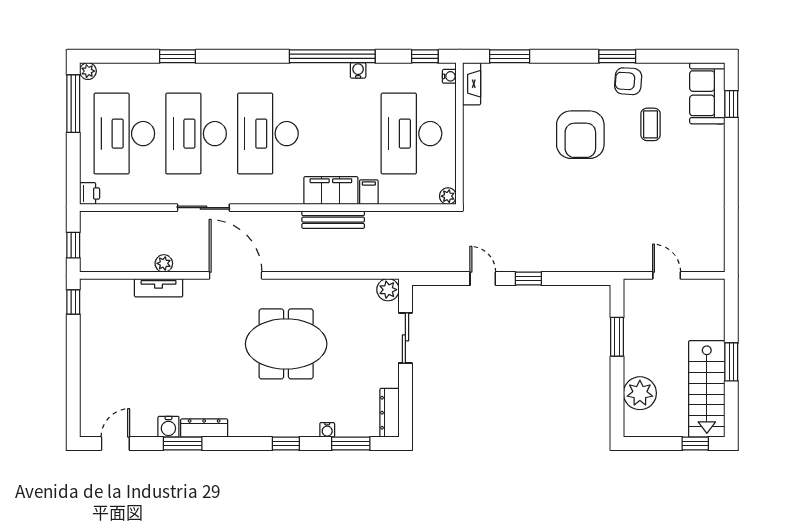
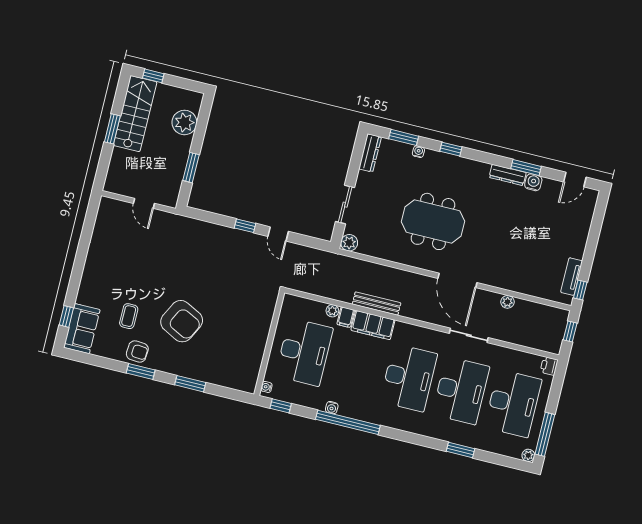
window: (510, 56) -> (190, 384), moved
fireplace: (472, 84) -> (252, 378), removed
armchair: (580, 135) -> (182, 321), turned 117
plant: (448, 196) -> (332, 311), moved
tv unit: (159, 288) -> (572, 277), moved, turned -90

